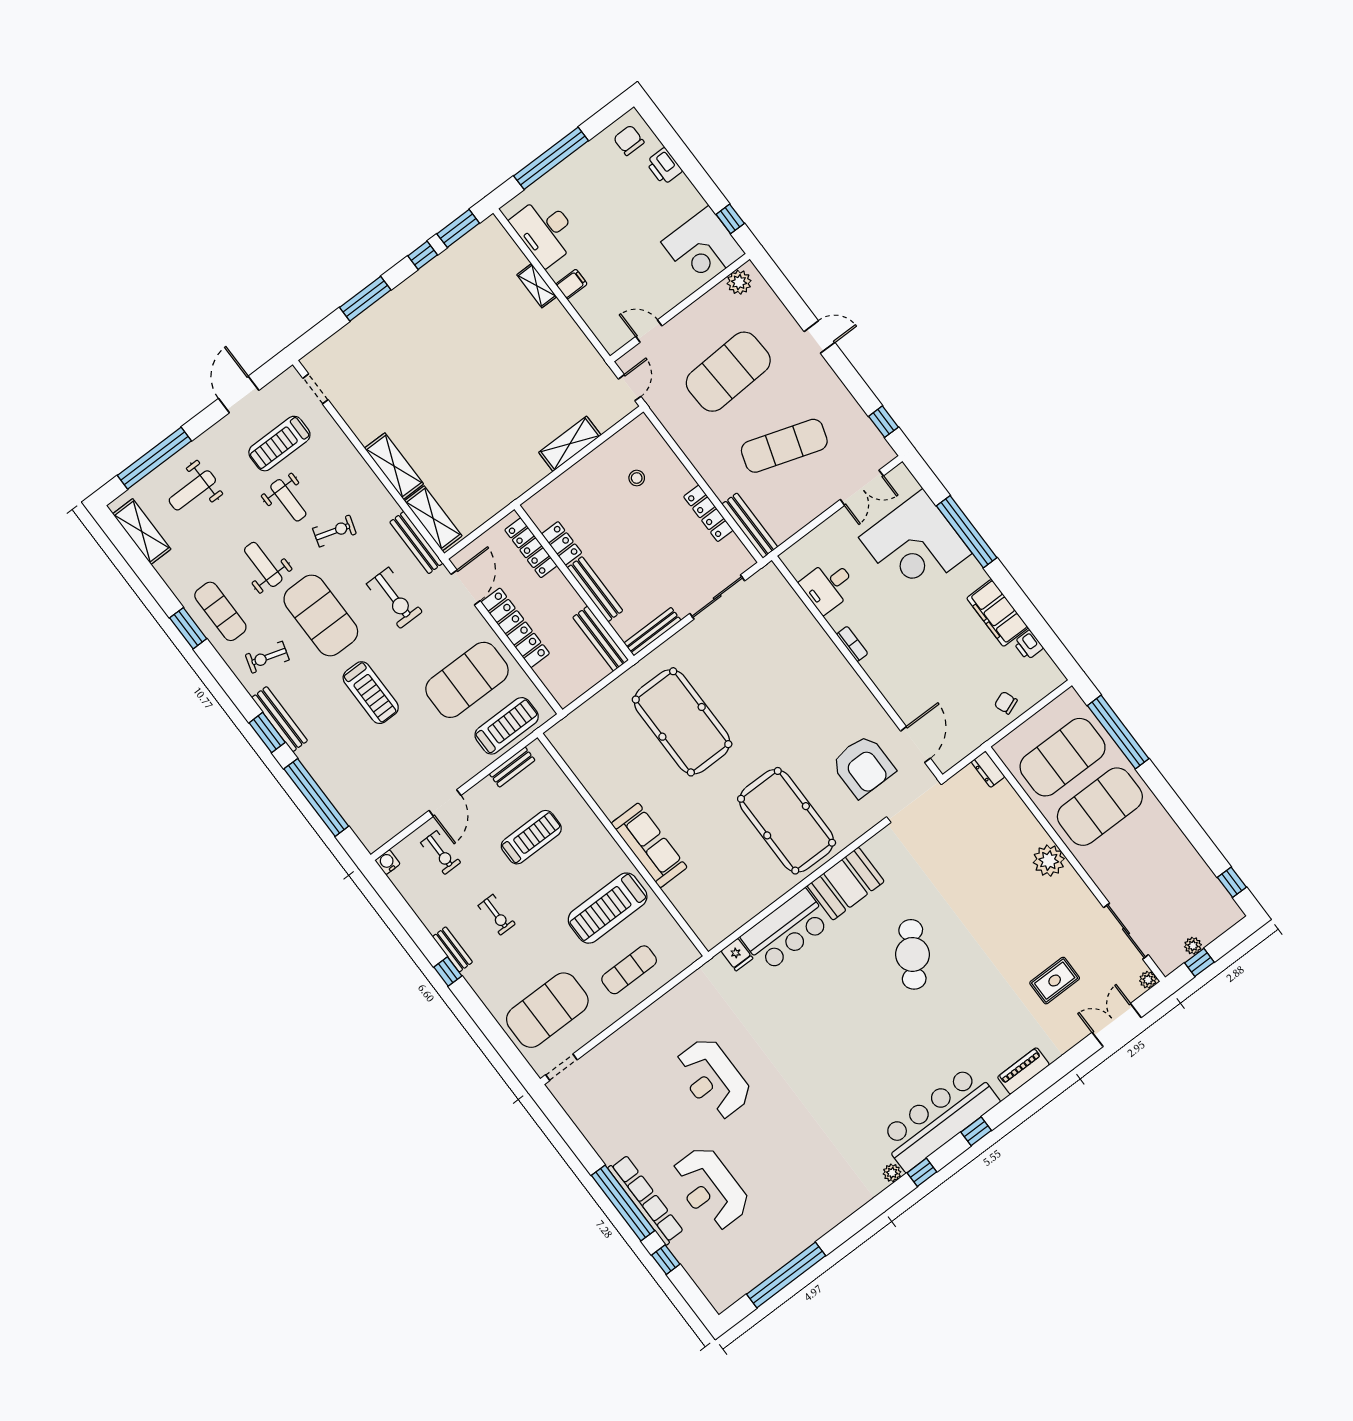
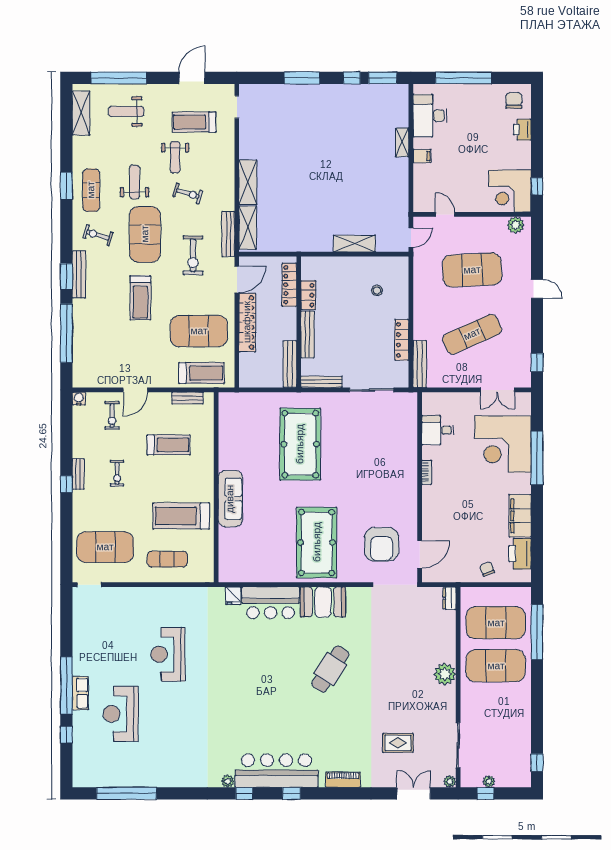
exercise mat: (784, 446) -> (472, 334), turned -42
printer: (1028, 645) -> (520, 554), width x1.87, depth x1.48
row of seats: (646, 1200) -> (80, 693), width x0.50

